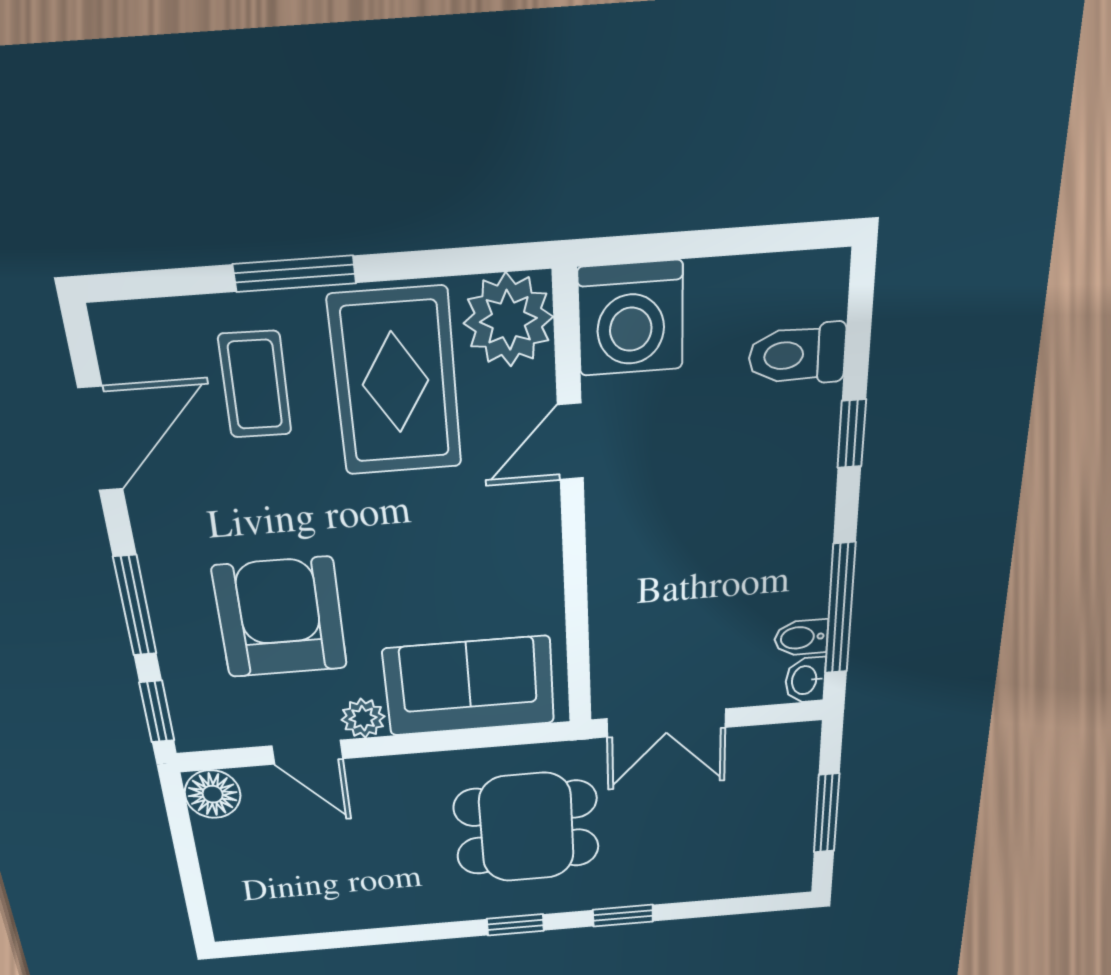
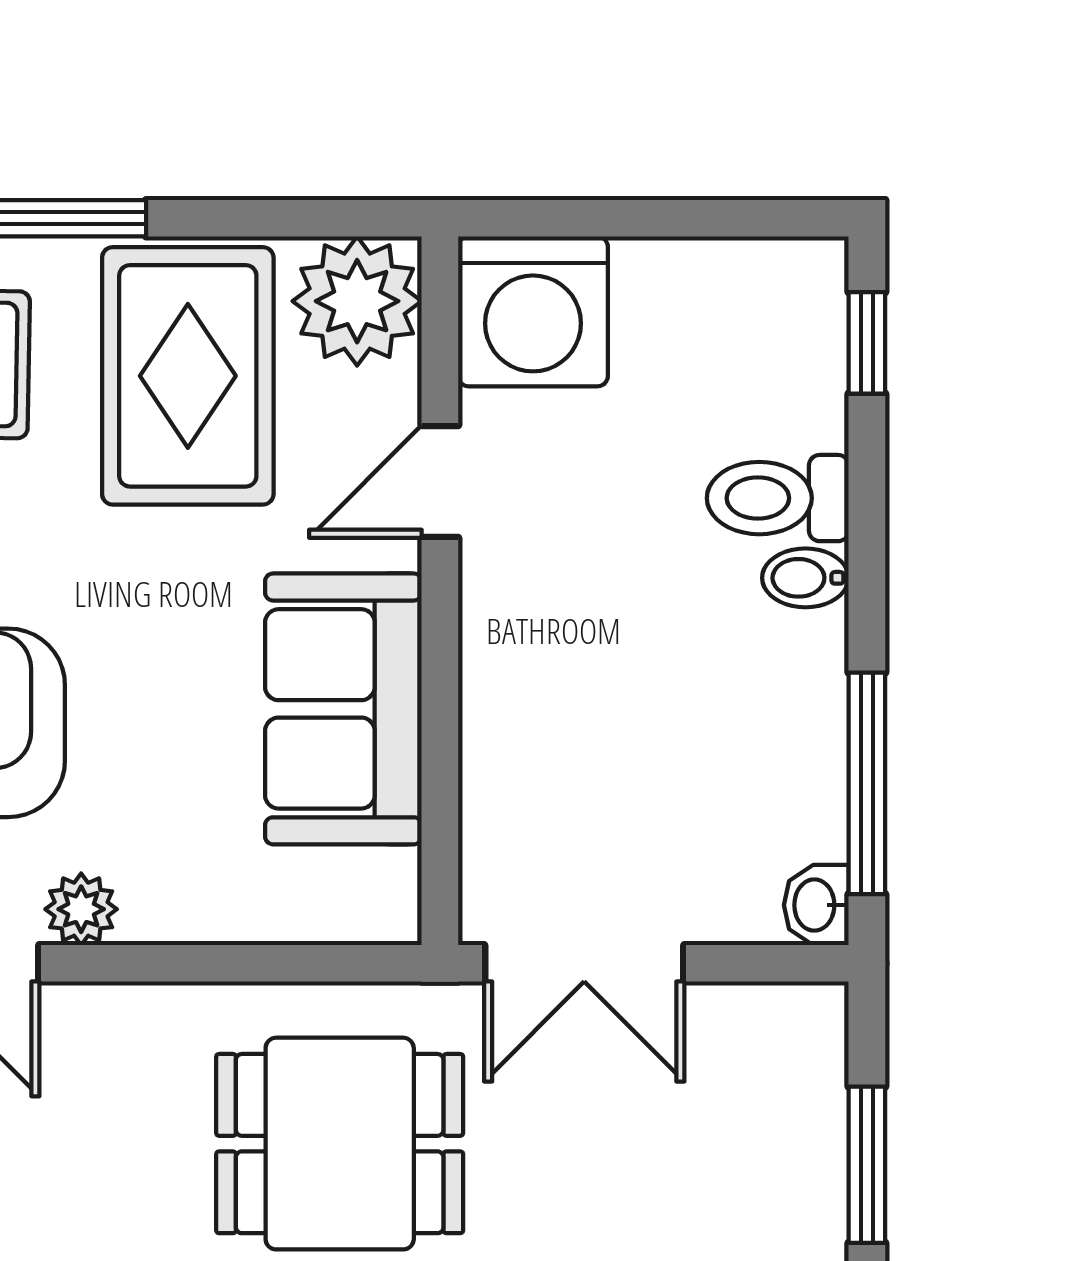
toilet: (797, 355) -> (778, 498), moved
window: (852, 434) -> (867, 343), moved
bidet: (801, 638) -> (805, 578), moved
sofa: (469, 686) -> (343, 709), moved, turned -90

